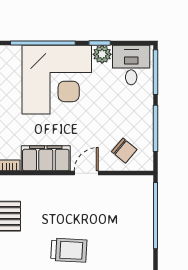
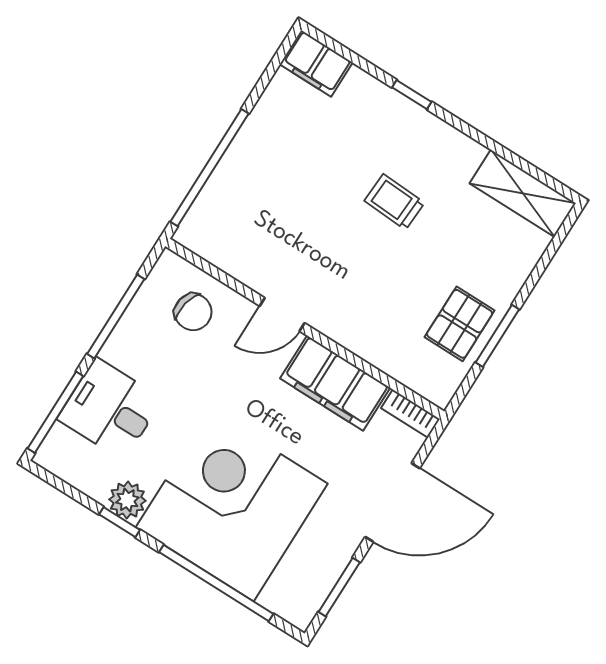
desk: (131, 65) -> (110, 409), moved, turned 90
chair: (124, 151) -> (193, 312), turned 152
trolley: (69, 250) -> (394, 202), width x0.73, depth x0.72

